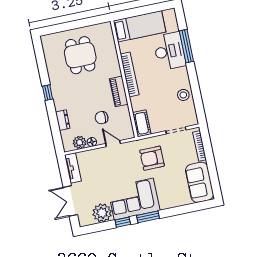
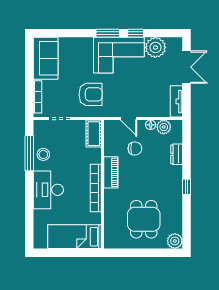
plant: (48, 41) -> (175, 241), added
window: (186, 46) -> (29, 153), moved
desk: (169, 51) -> (48, 190), moved

